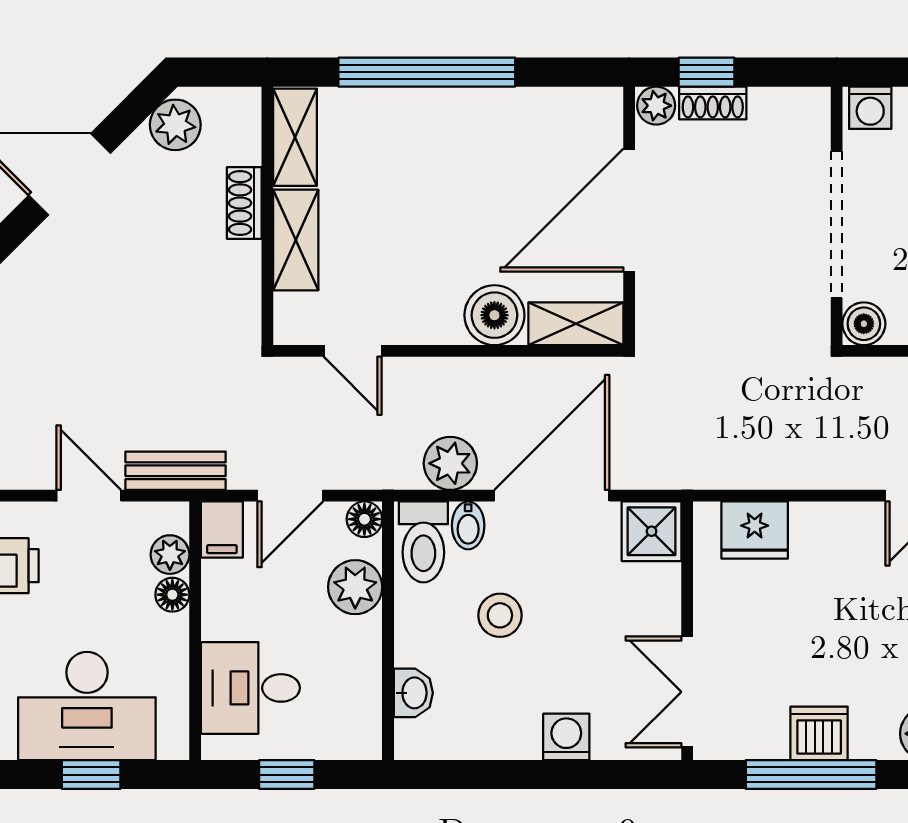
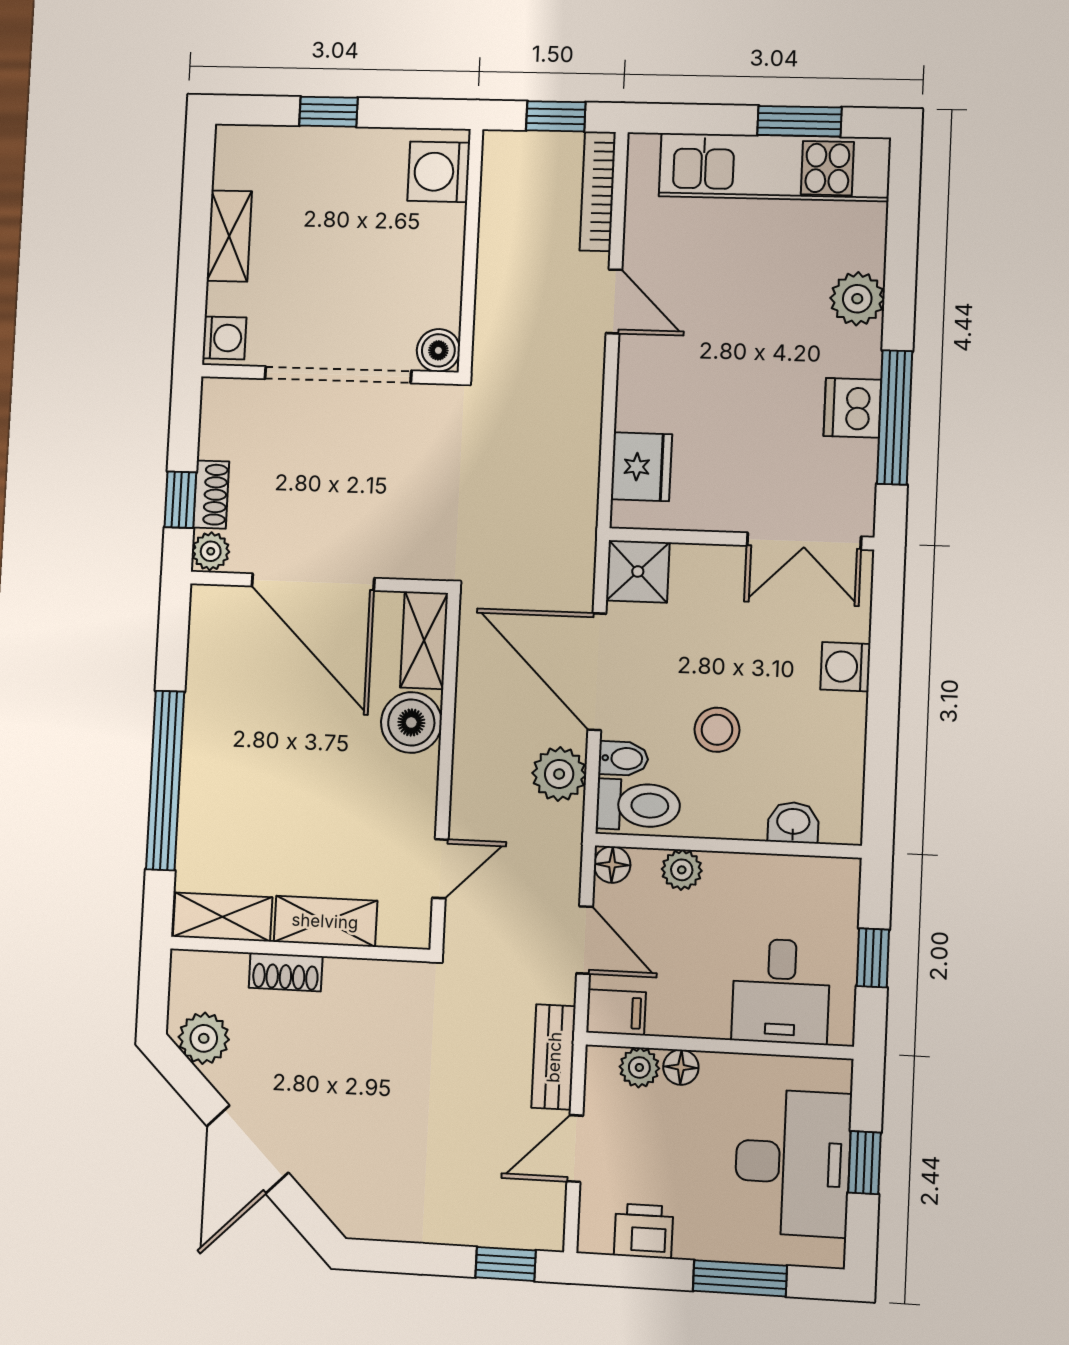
plant: (355, 587) -> (682, 870), width x0.73, depth x0.73

